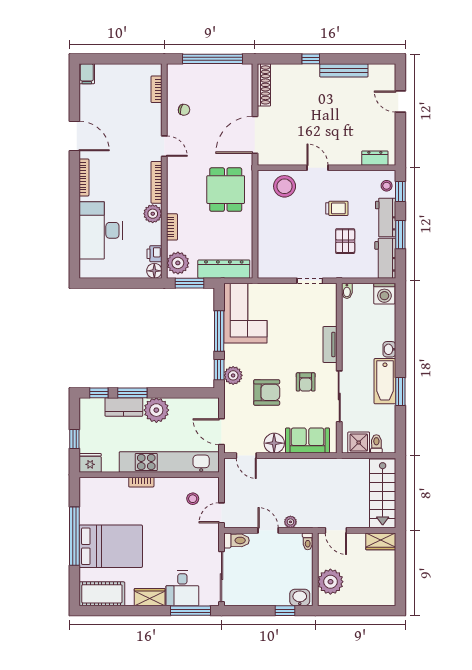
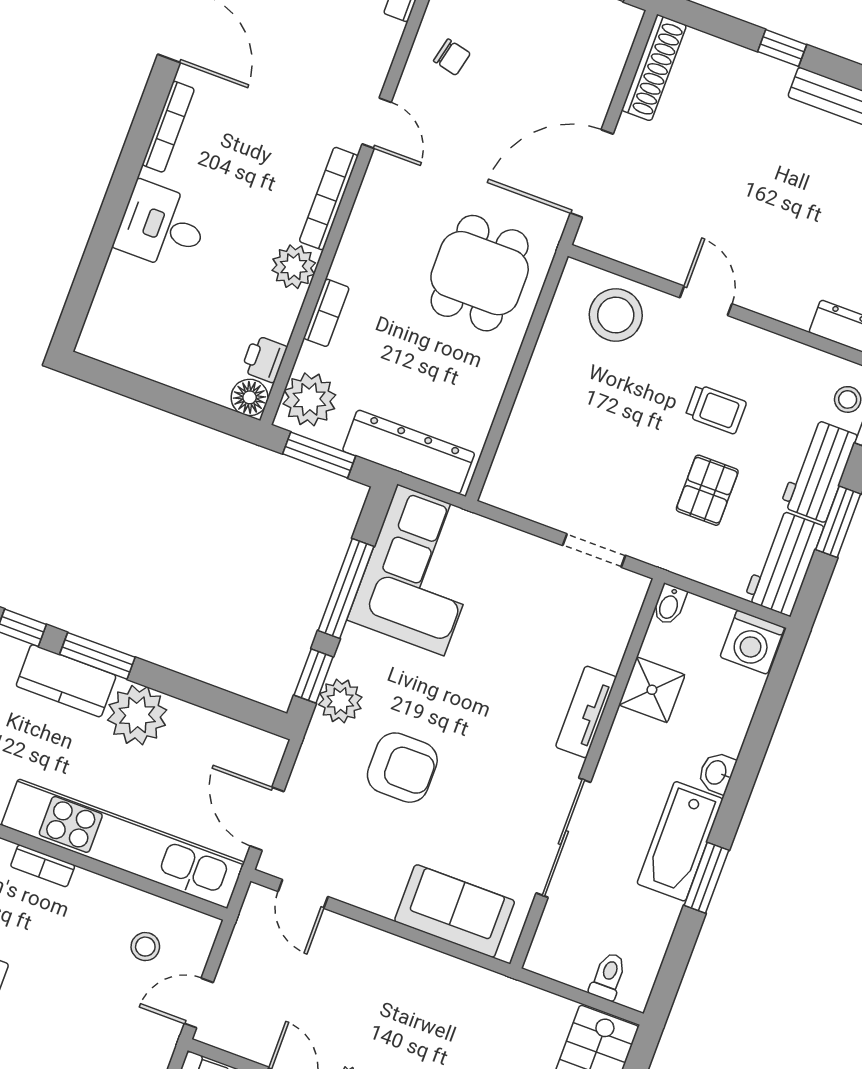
desk: (101, 230) -> (162, 226), width x0.53, depth x0.77
armchair: (306, 382) -> (499, 777), removed
floor lamp: (274, 443) -> (377, 889), removed
shower: (359, 443) -> (652, 690), moved

